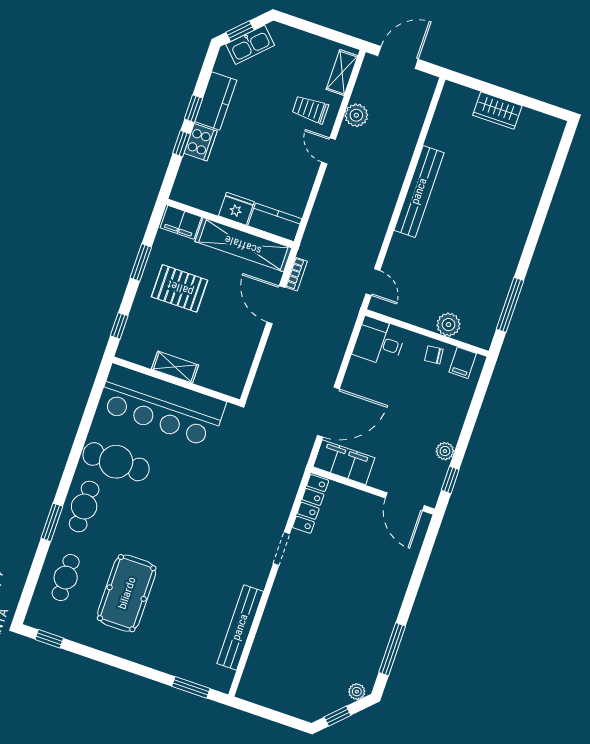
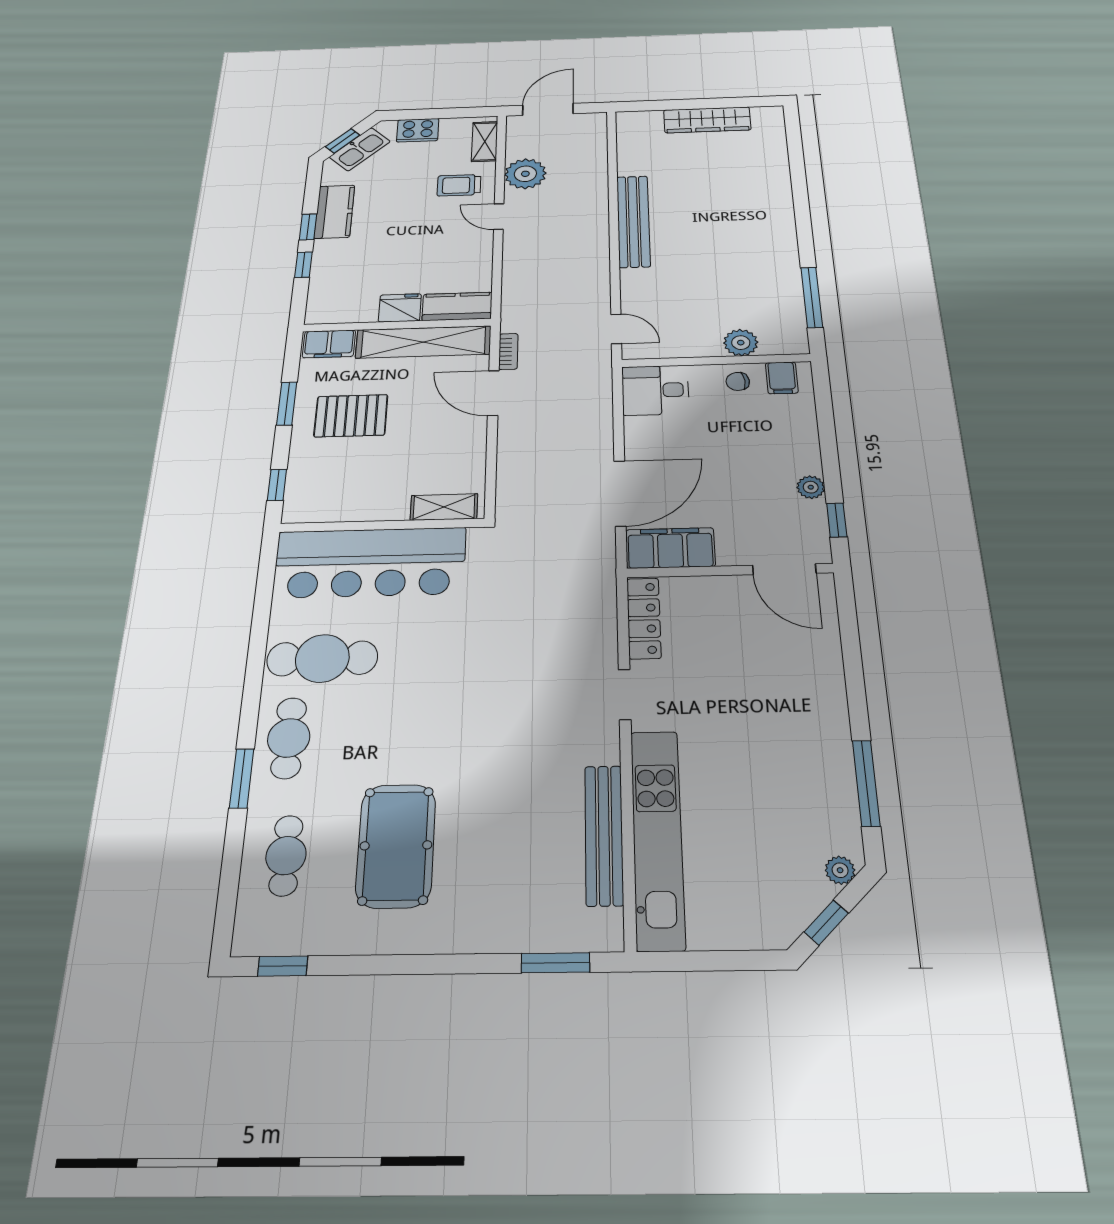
wardrobe: (497, 111) -> (707, 120), width x1.50
plant: (356, 115) -> (525, 174), width x1.36, depth x1.36
cooker: (200, 142) -> (418, 130), moved, turned 90
shelving: (175, 367) -> (444, 507), moved
kitchen unit: (268, 639) -> (657, 838), added

